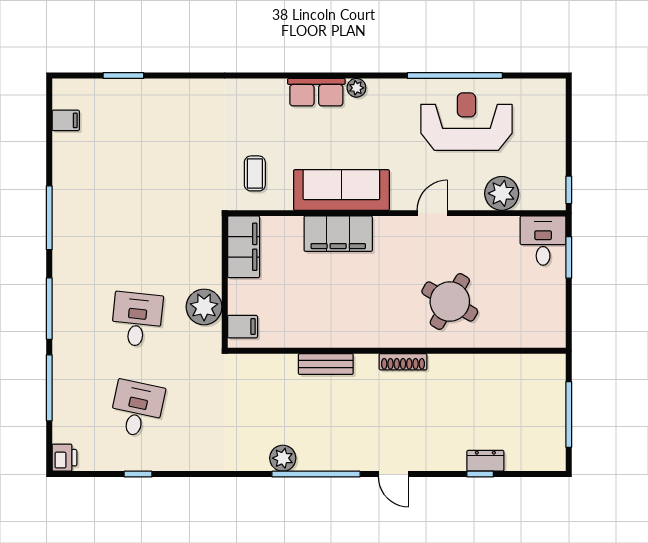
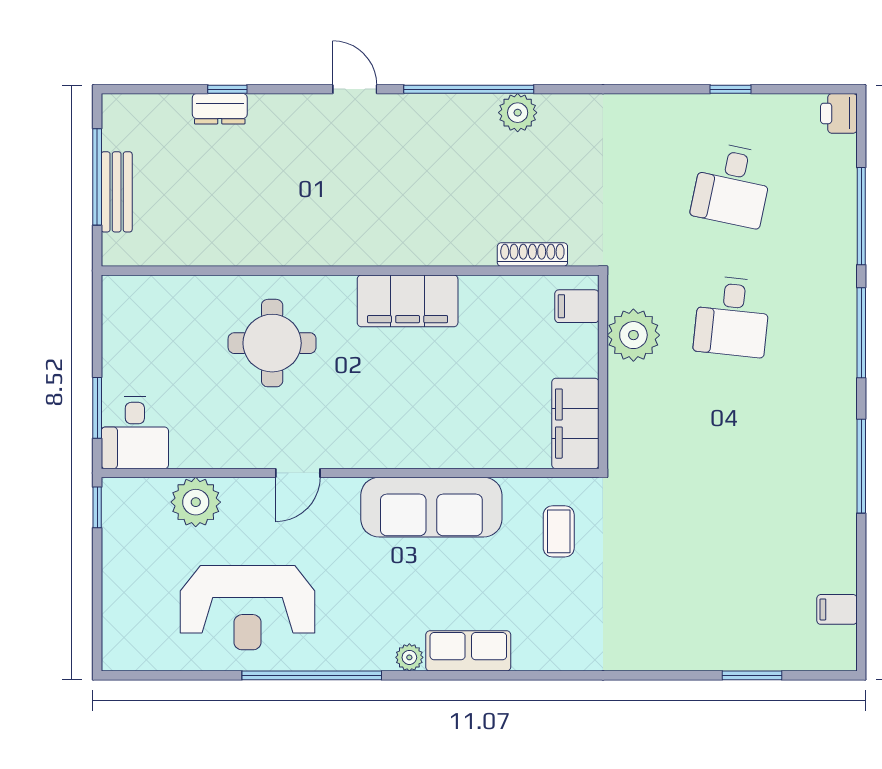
window: (455, 76) -> (312, 675), moved
filing cabinet: (338, 234) -> (408, 301), moved, turned 180
round table: (450, 301) -> (272, 343), turned -30
shoe rack: (403, 362) -> (532, 255), moved
bench: (326, 364) -> (117, 192), moved, turned 90

